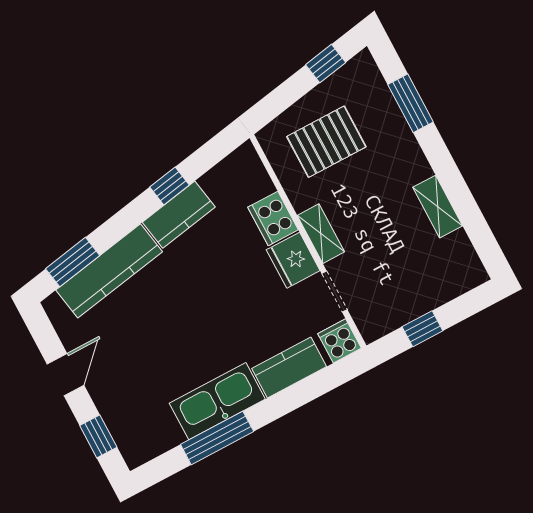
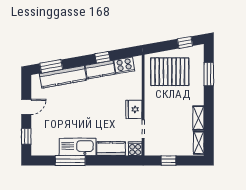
pallet: (326, 142) -> (170, 72), width x1.37, depth x1.41
cooker: (273, 219) -> (124, 66), moved, turned -100
shelving: (321, 234) -> (199, 143), moved

